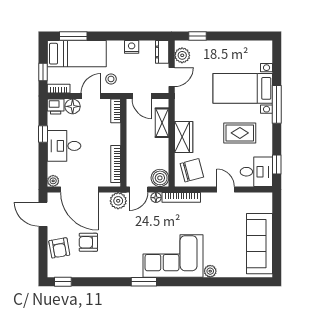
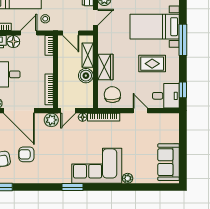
chair: (192, 170) -> (112, 95), turned -78
boiler: (160, 178) -> (86, 76), moved
sofa: (260, 244) -> (169, 162), width x0.73

